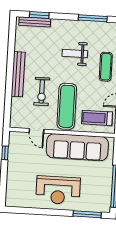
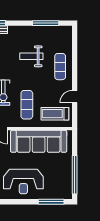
exercise mat: (67, 106) -> (27, 105), width x0.73, depth x0.69

